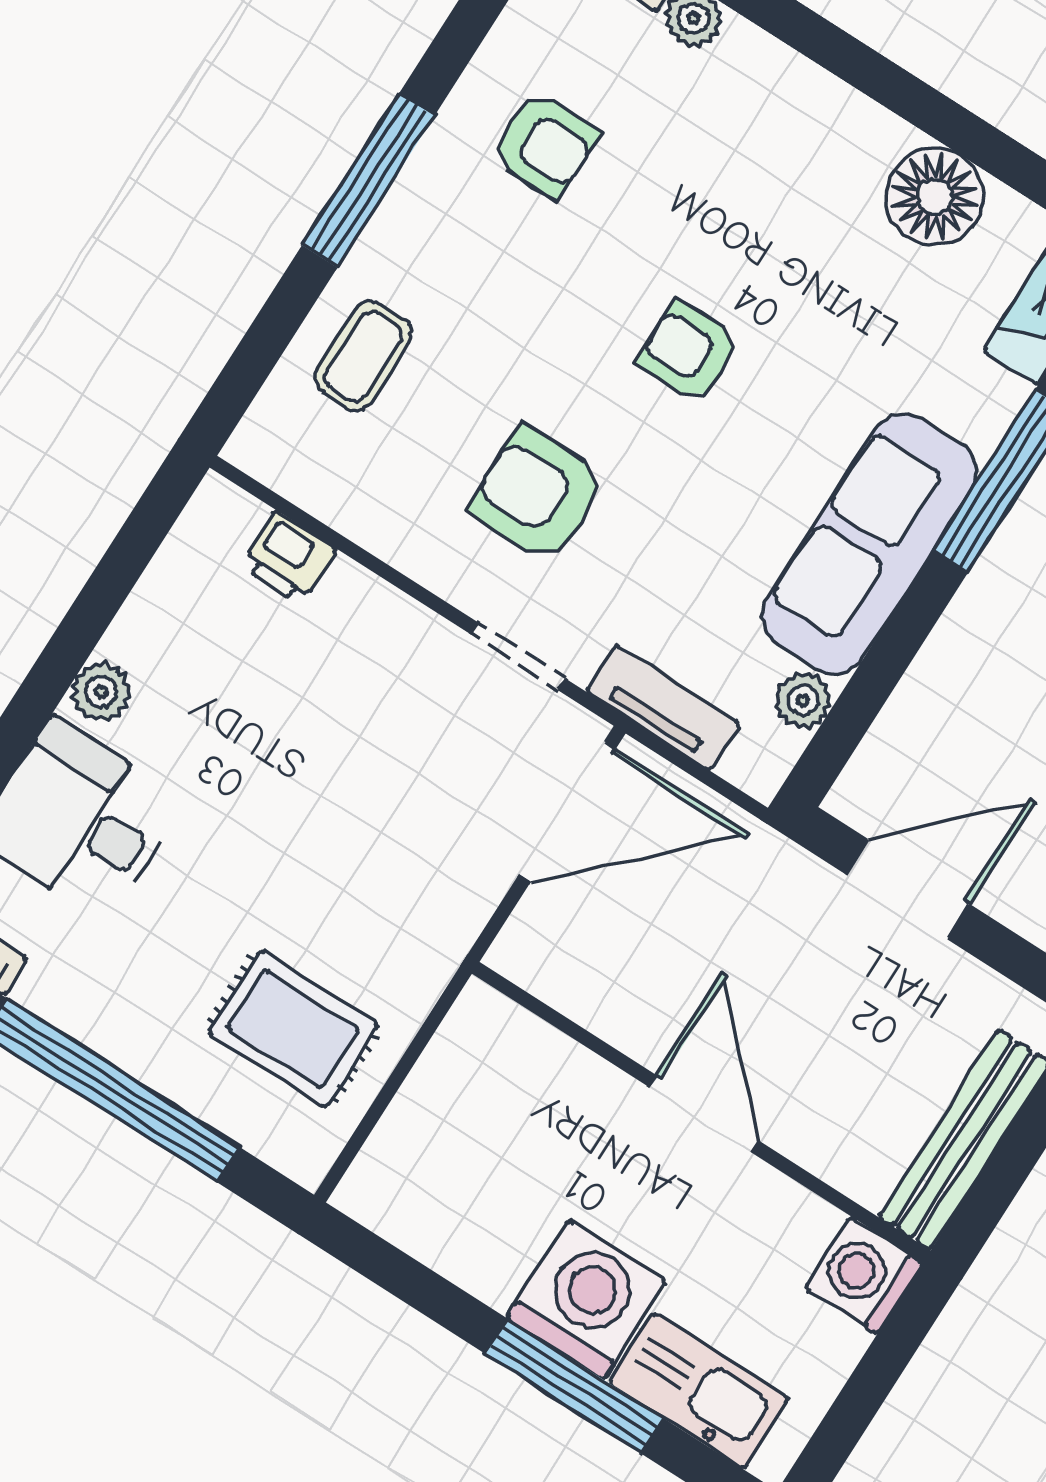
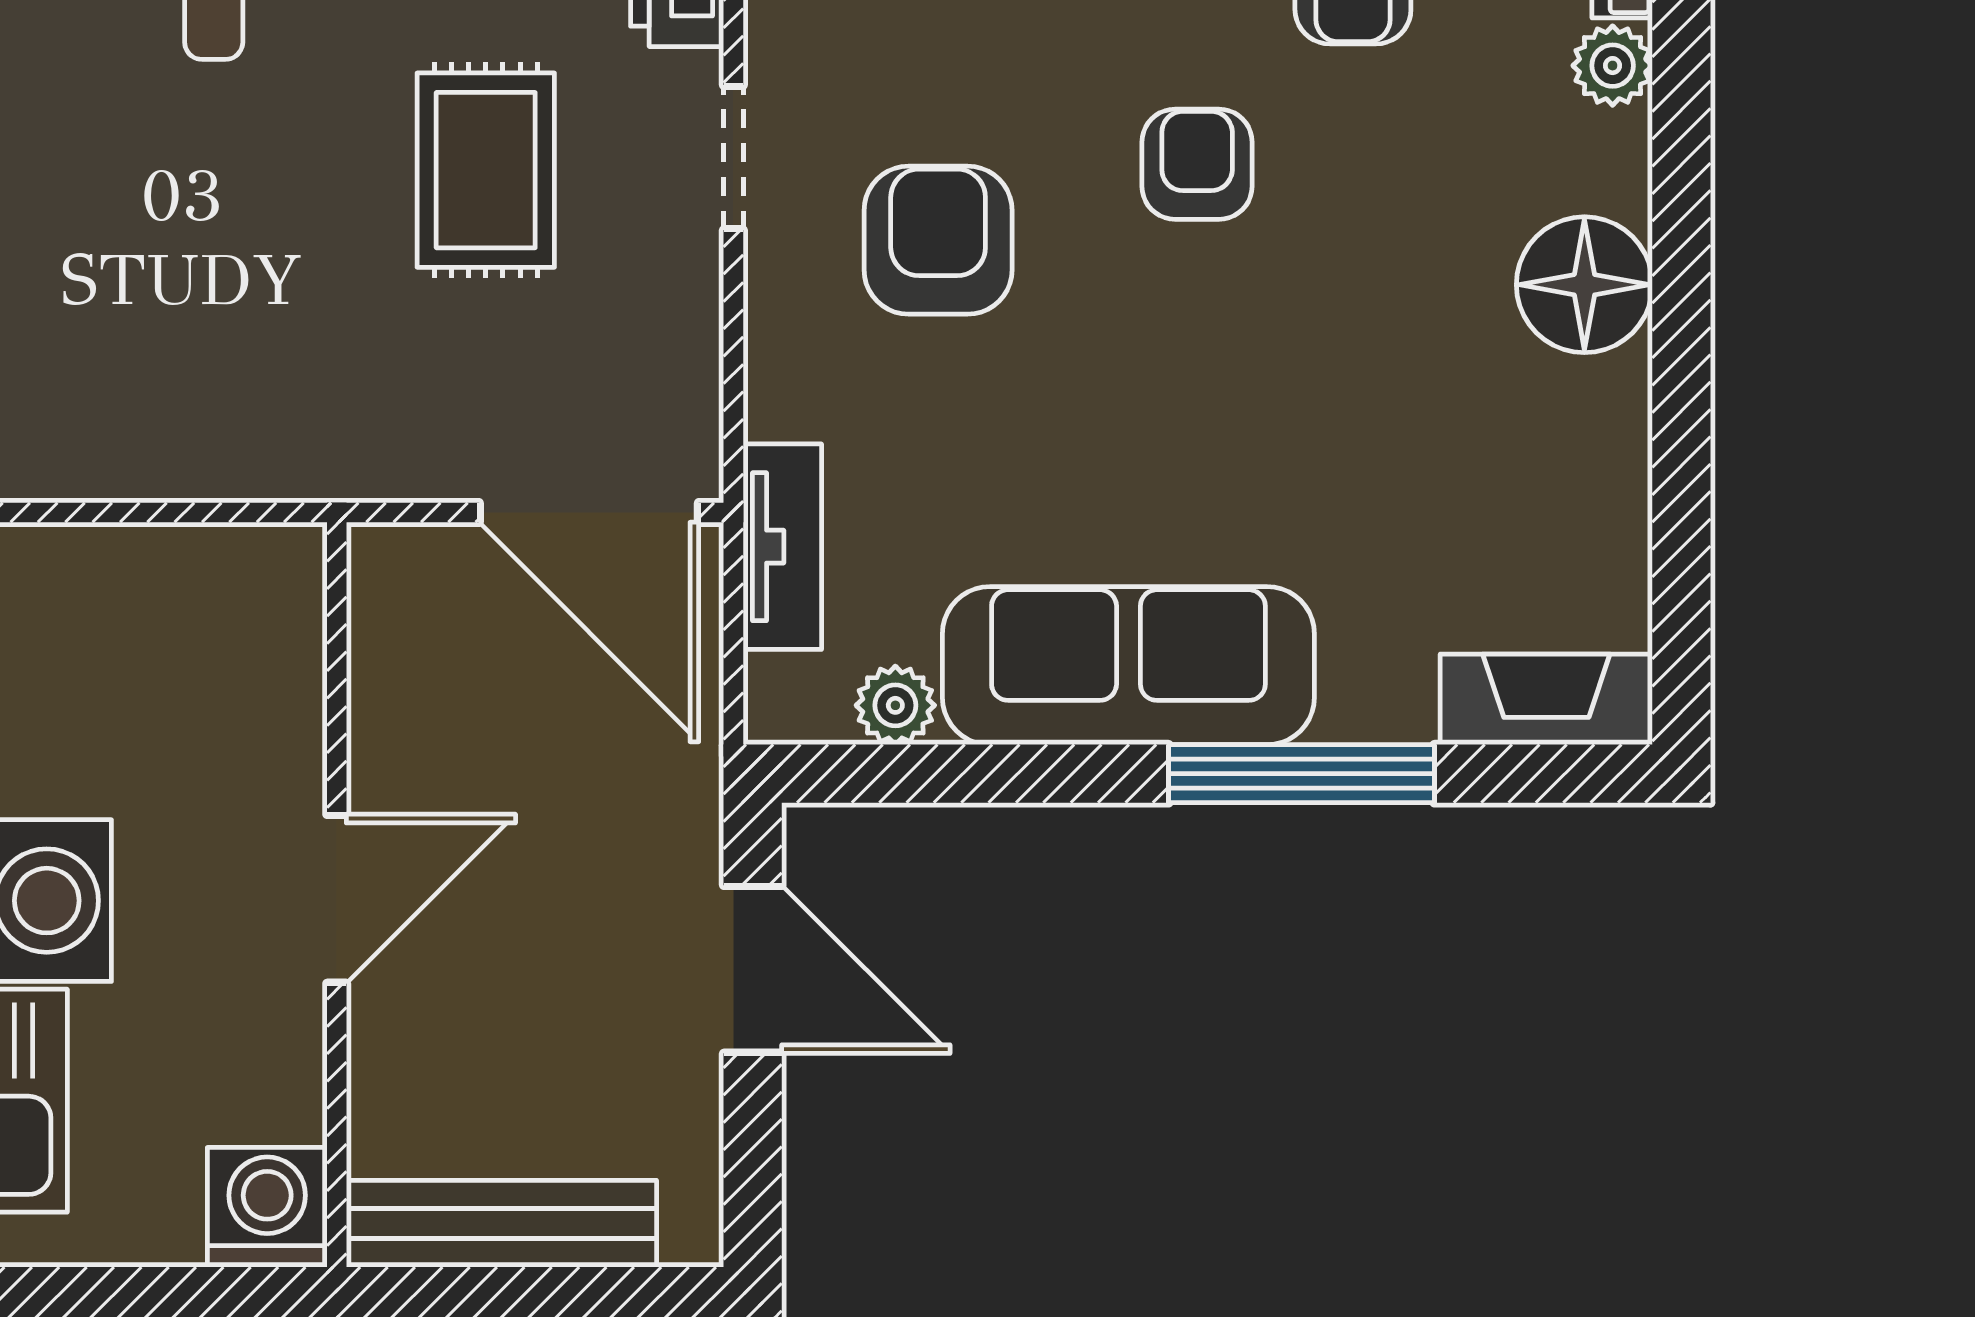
floor lamp: (935, 196) -> (1584, 285), moved
armchair: (689, 352) -> (1197, 164), moved
doorway: (518, 656) -> (733, 158), moved
rug: (293, 1029) -> (486, 170), moved

